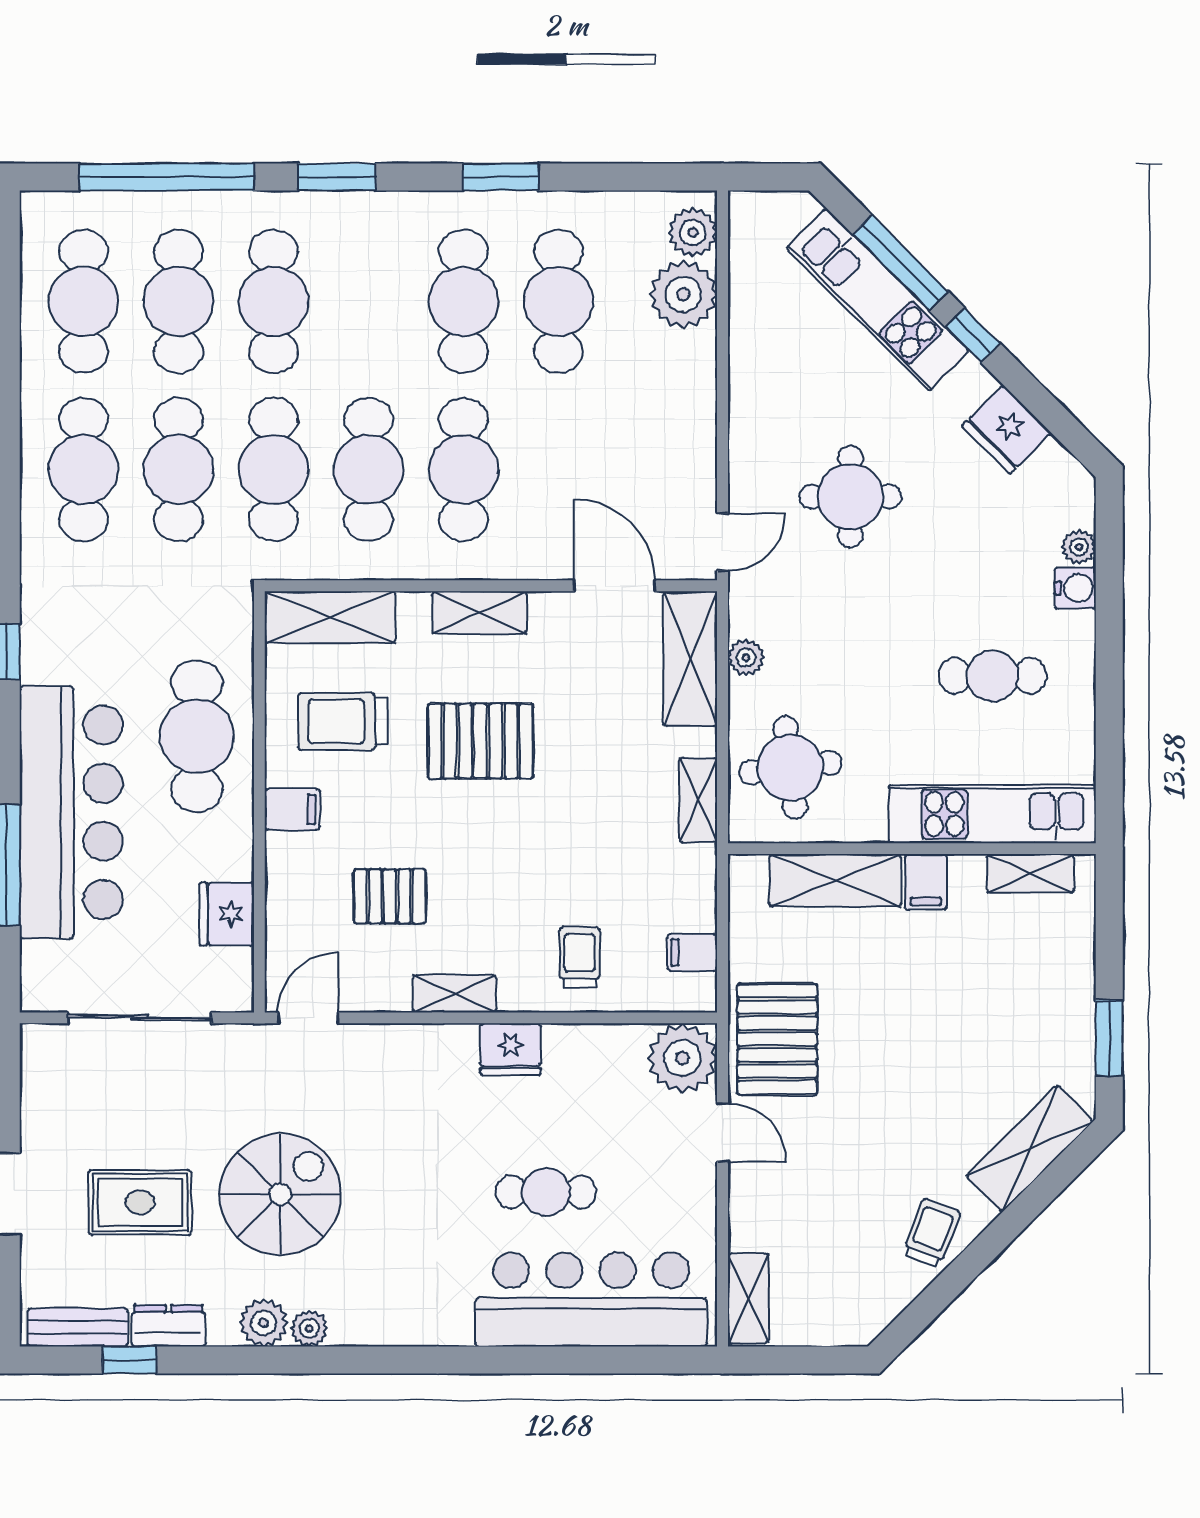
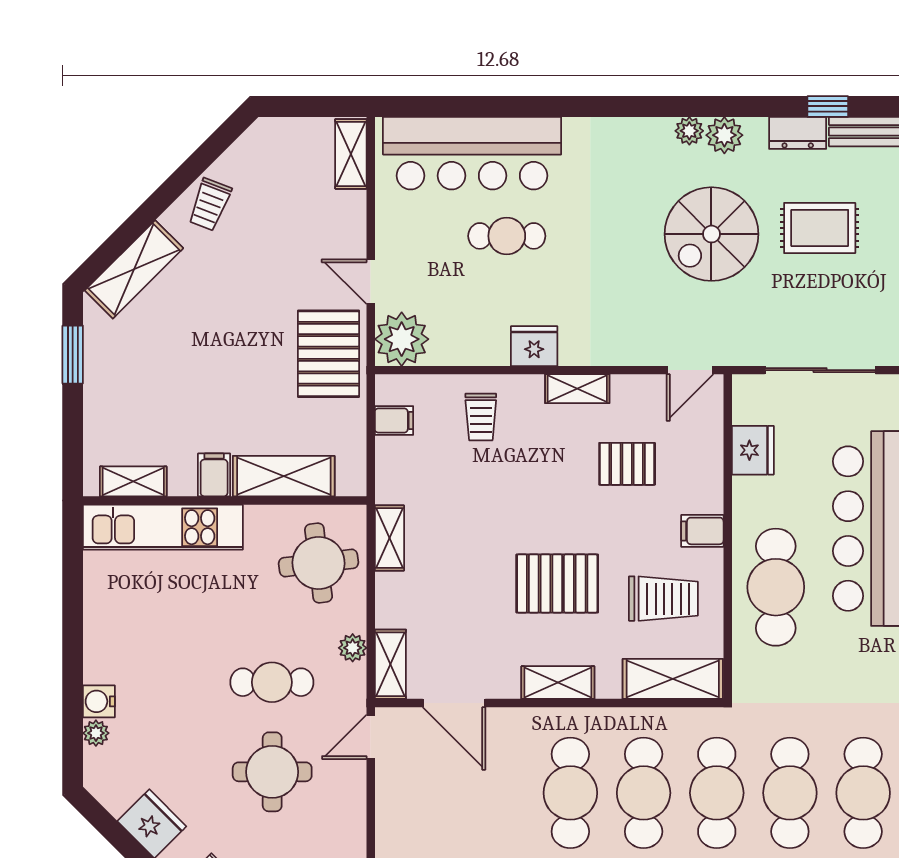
shelving: (690, 659) -> (390, 664), width x0.67, depth x0.75
cafe table: (993, 676) -> (272, 682), moved

